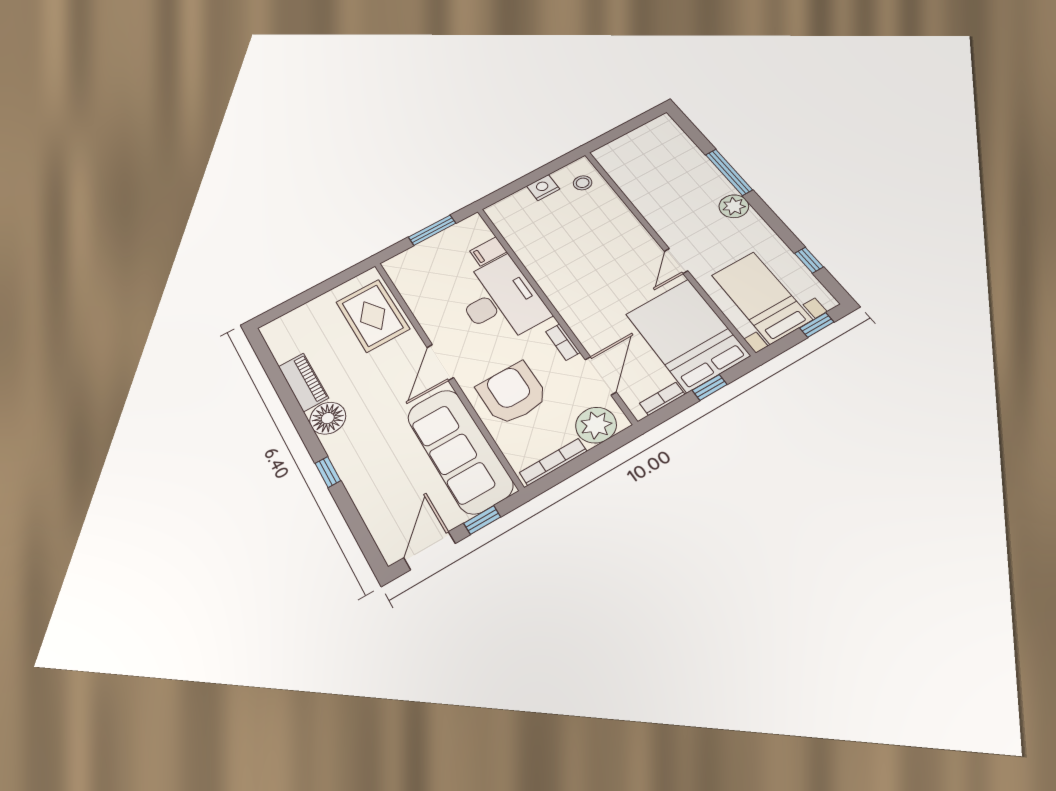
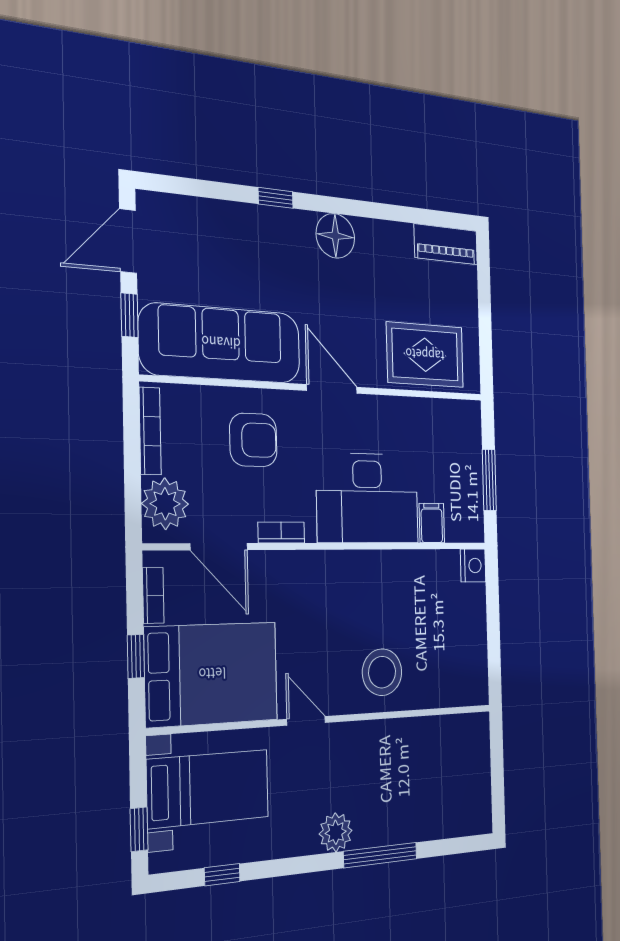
stool: (583, 183) -> (382, 672), moved, width x1.89, depth x1.89
nightstand: (543, 188) -> (473, 565), moved
piano: (303, 382) -> (446, 244), moved
armchair: (512, 393) -> (253, 440), width x0.73, depth x0.73
door: (430, 551) -> (128, 241), swing flipped

